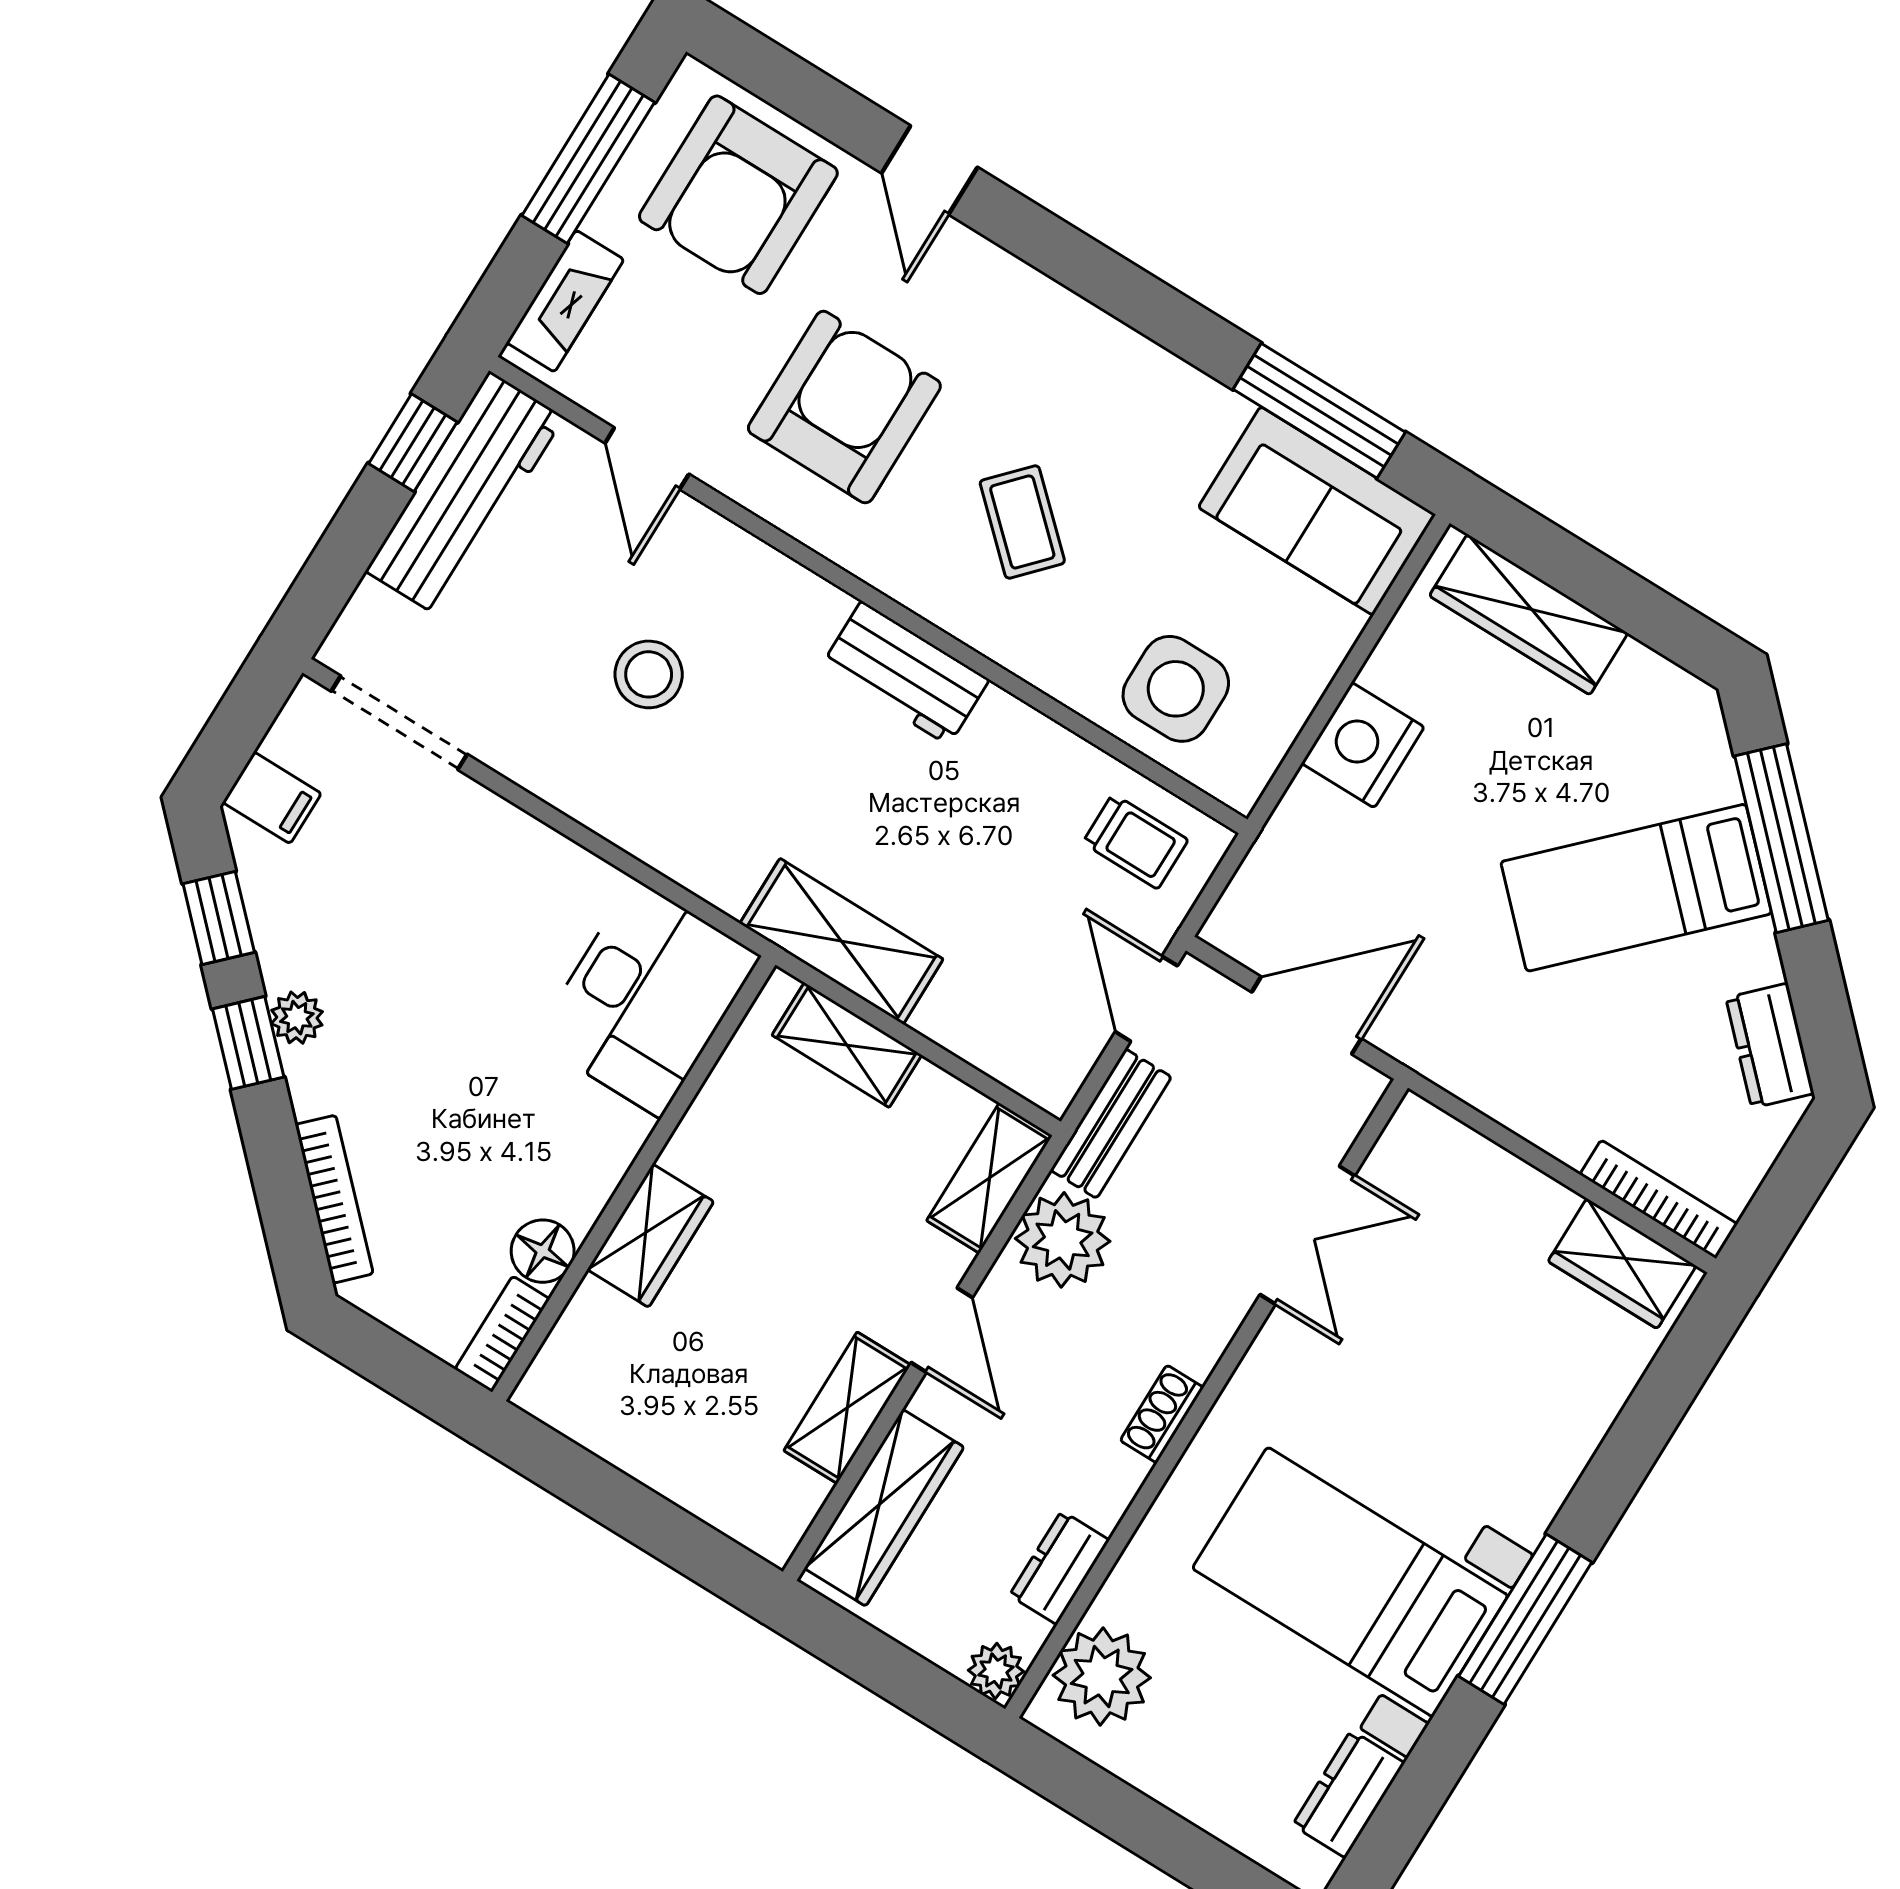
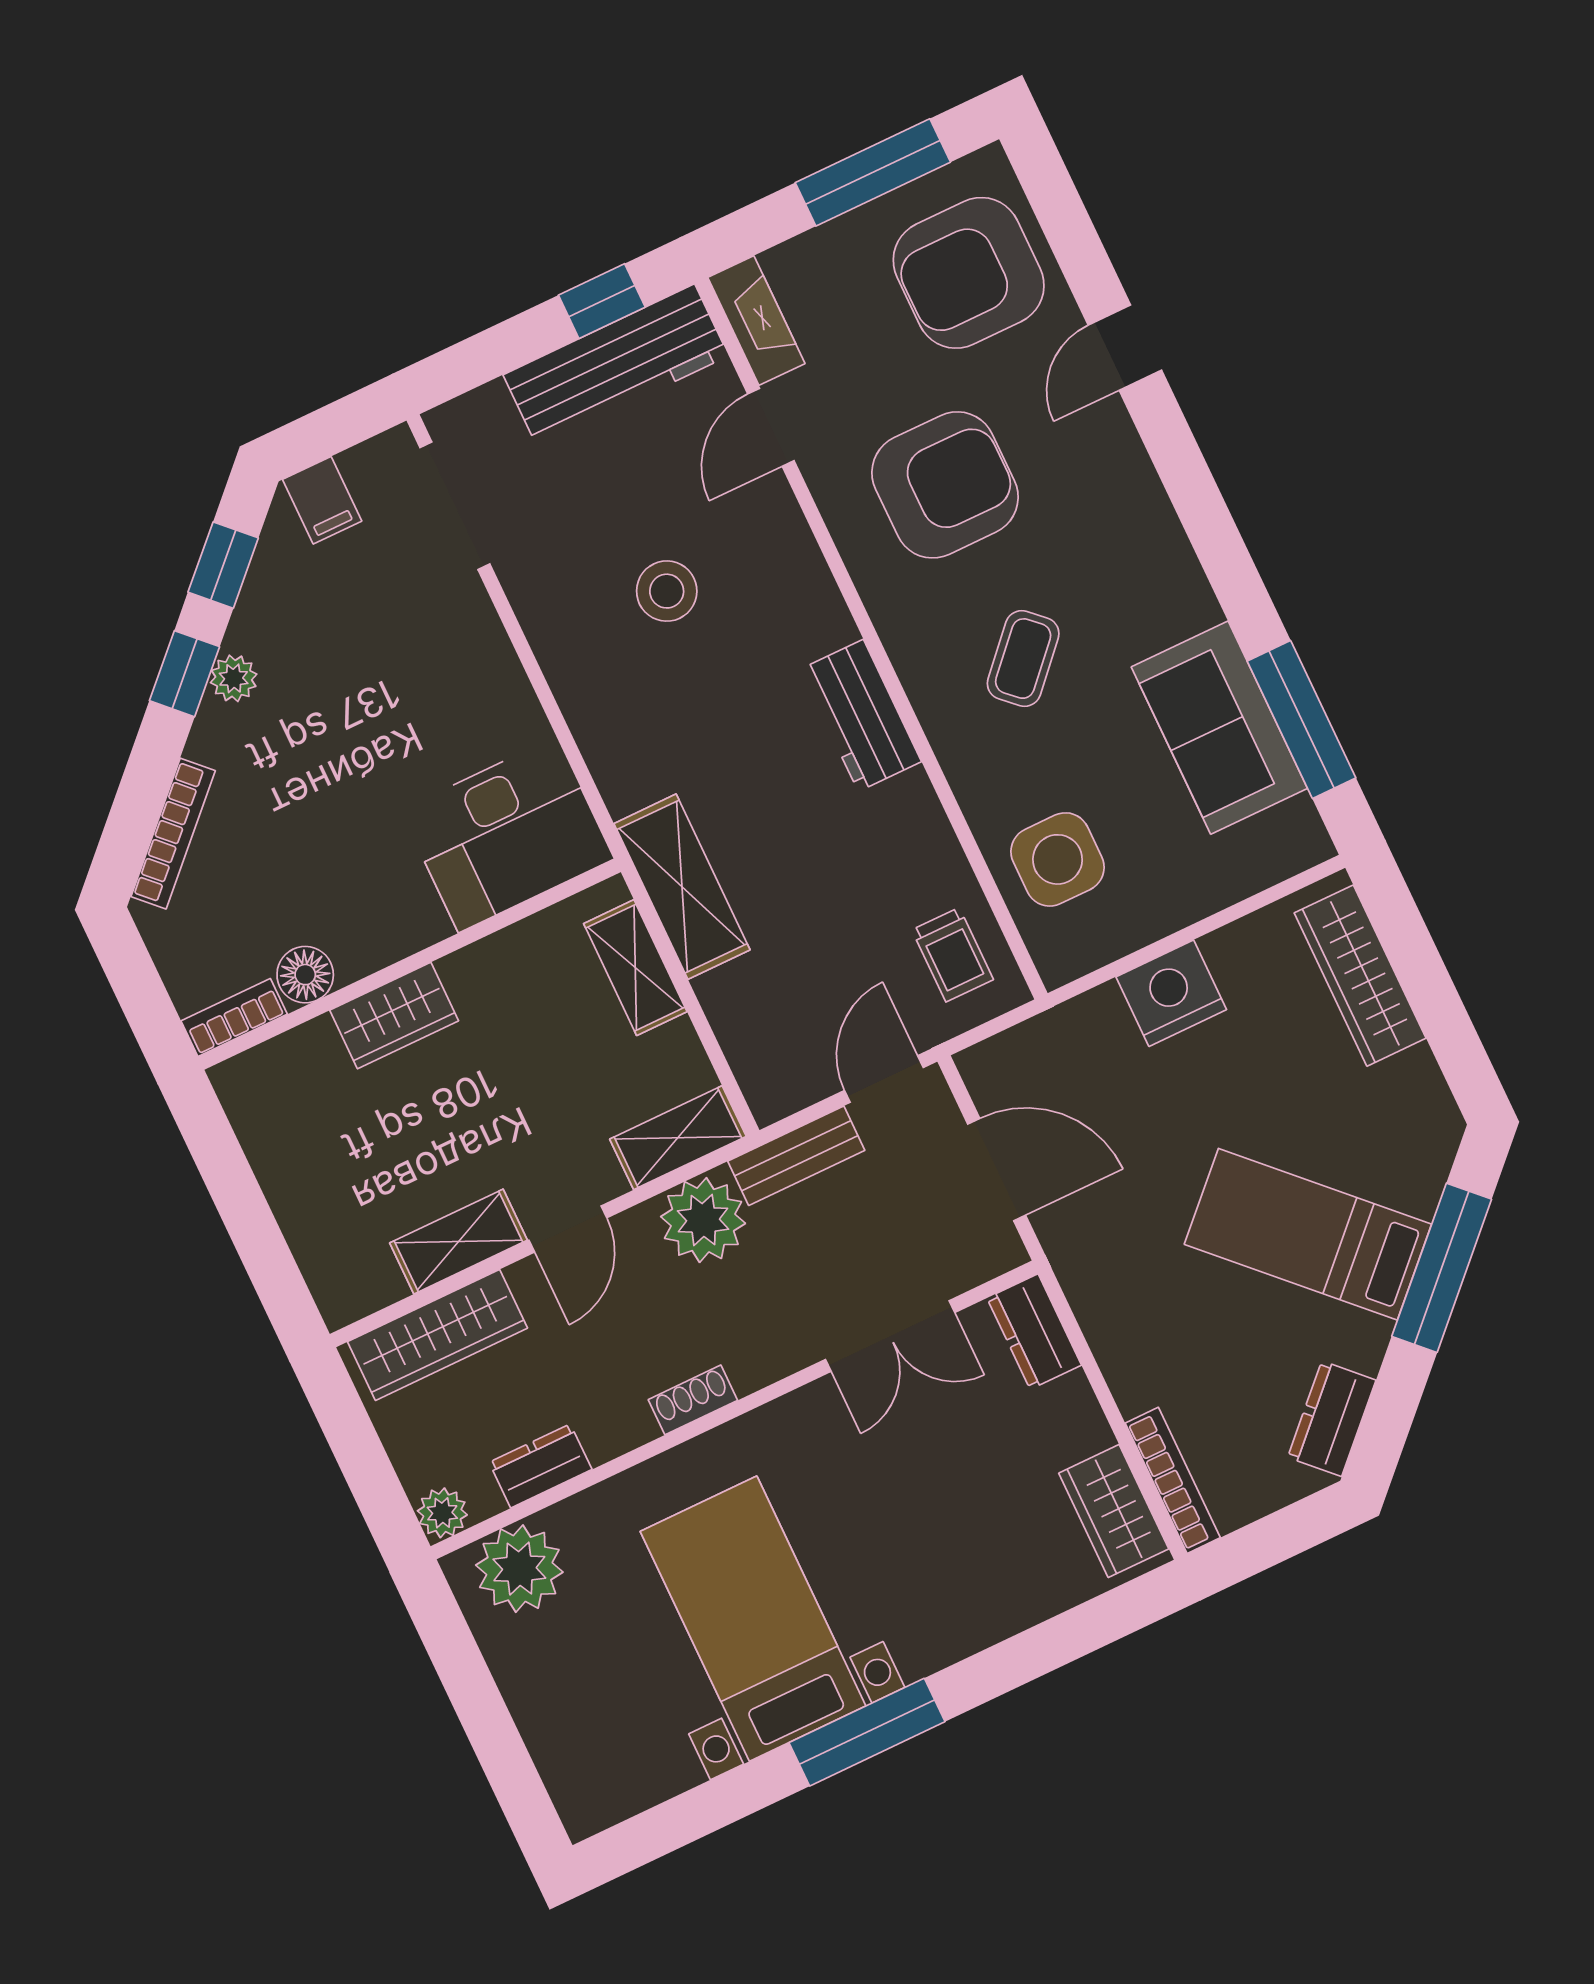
fireplace: (565, 301) -> (756, 320), moved, turned -90
sofa: (1317, 511) -> (1219, 728), moved
dresser: (1348, 1794) -> (1034, 1332), moved, turned -90

